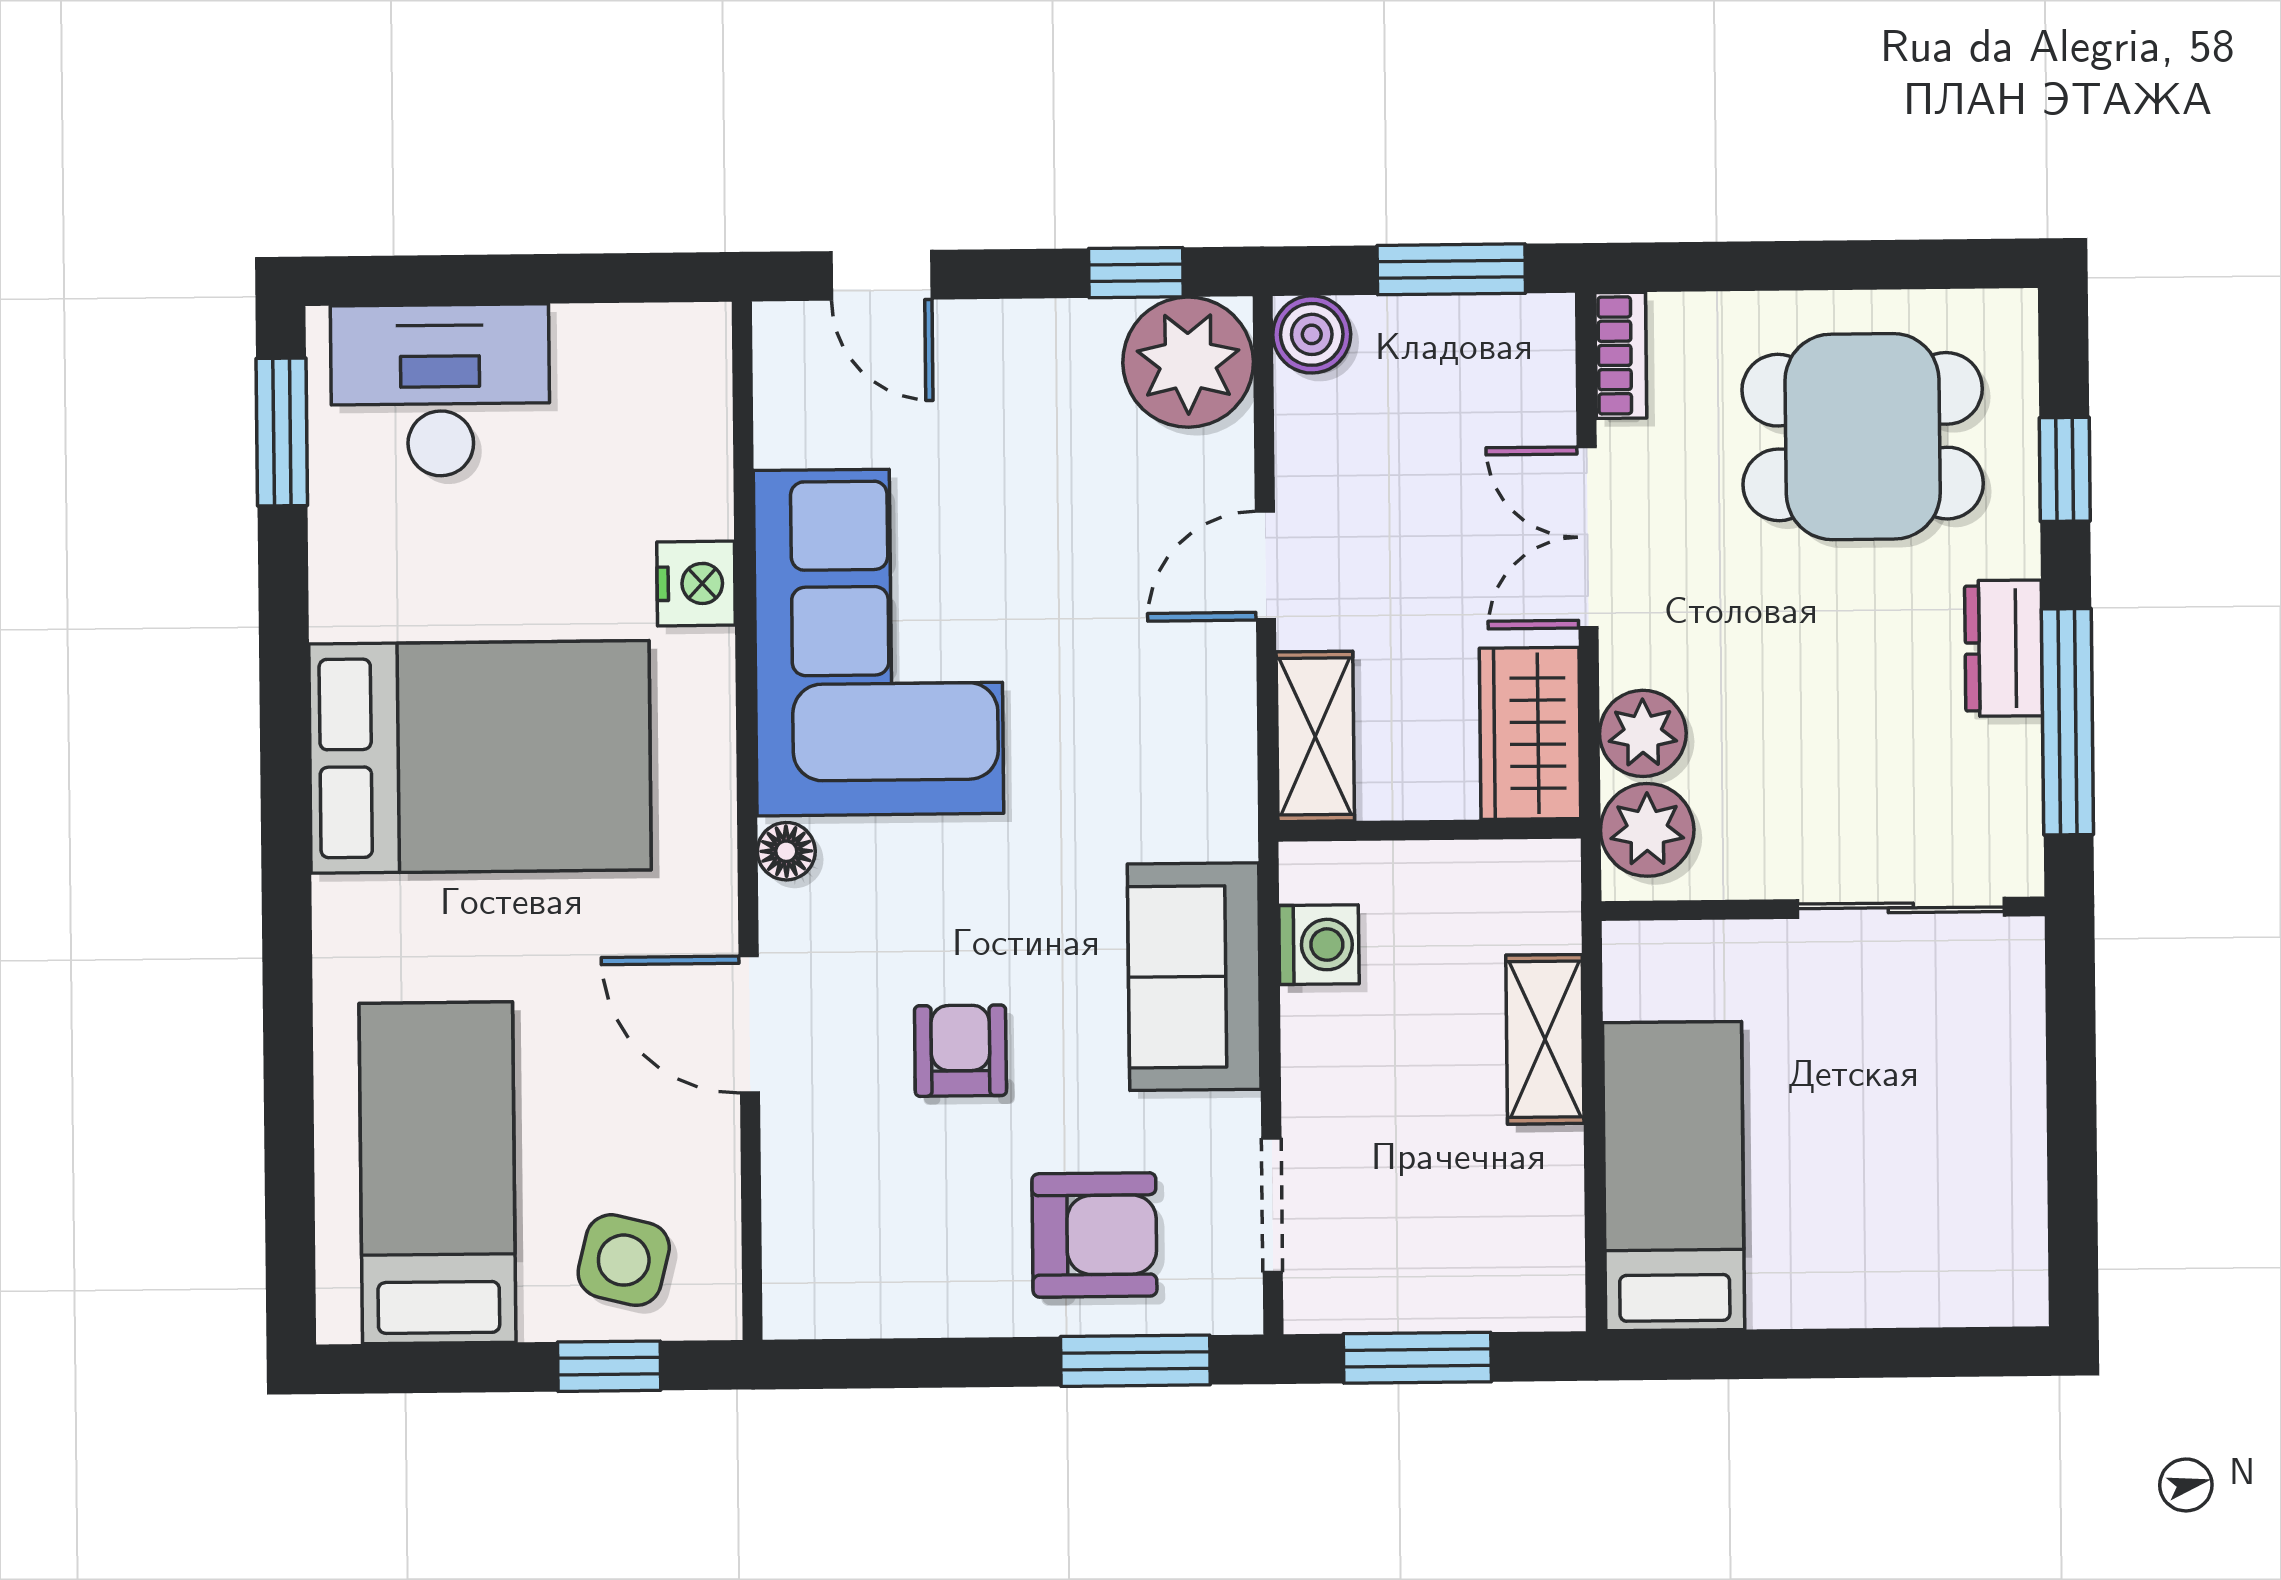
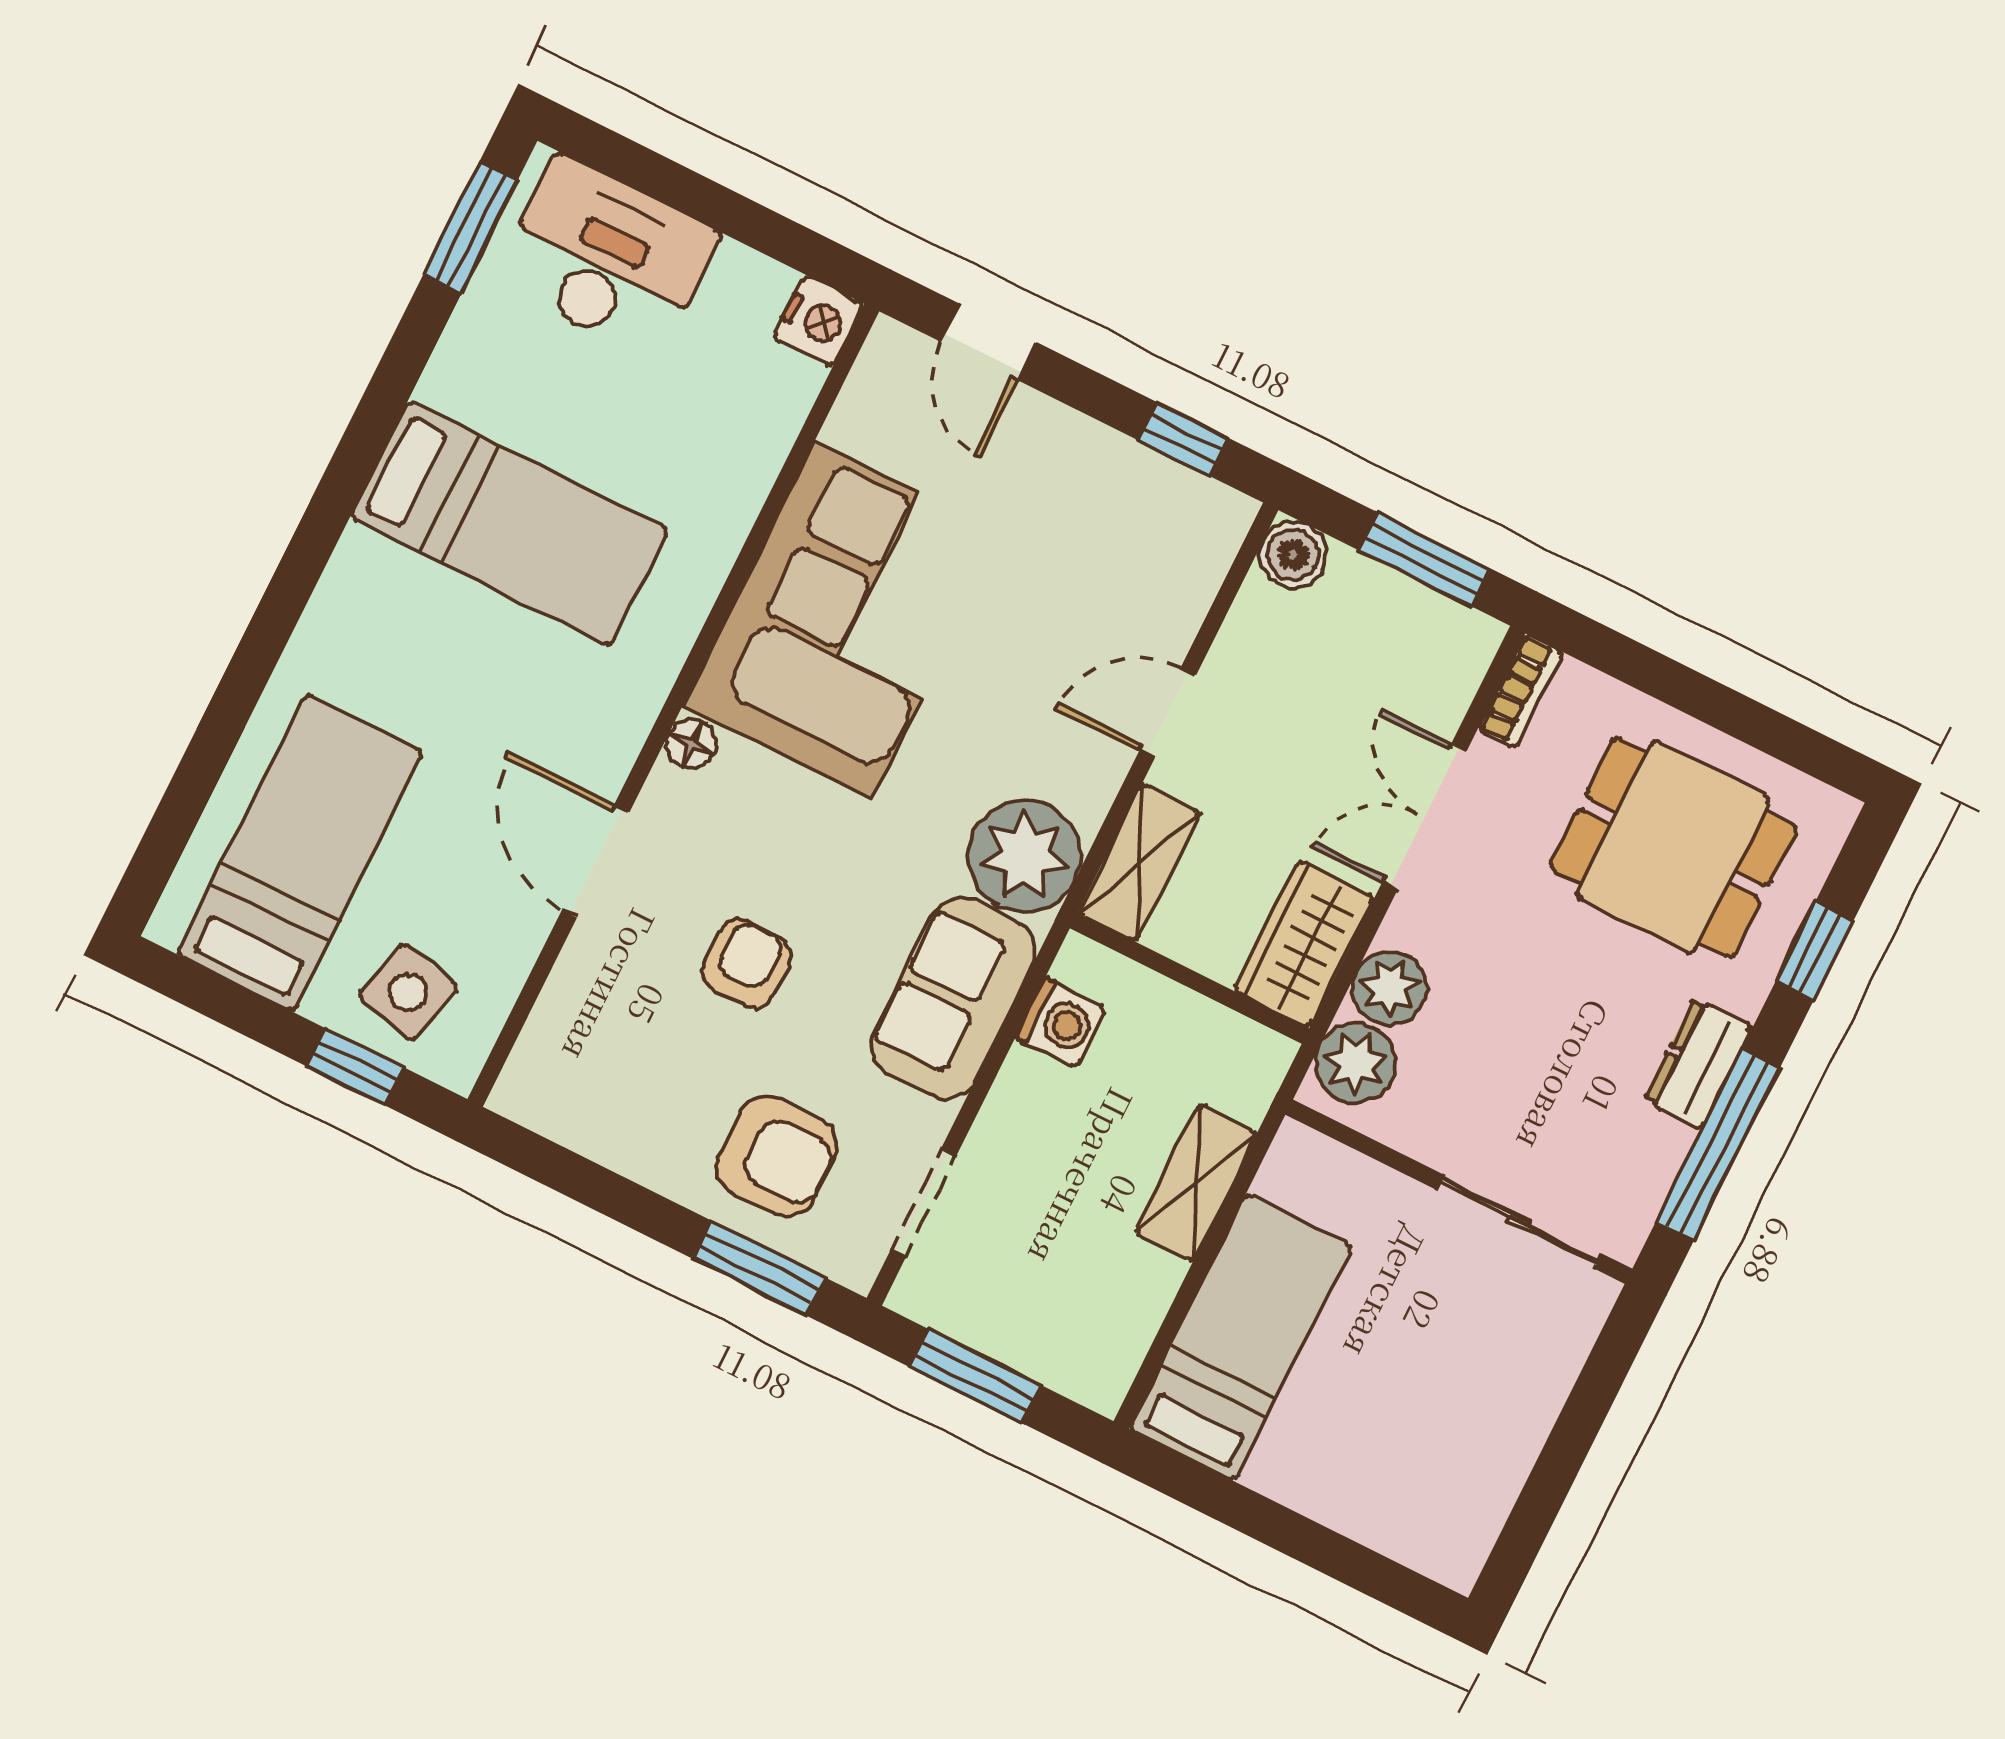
plant: (1188, 362) -> (1024, 856), moved
nightstand: (696, 583) -> (818, 321), moved
bed: (480, 757) -> (509, 523), width x0.67

